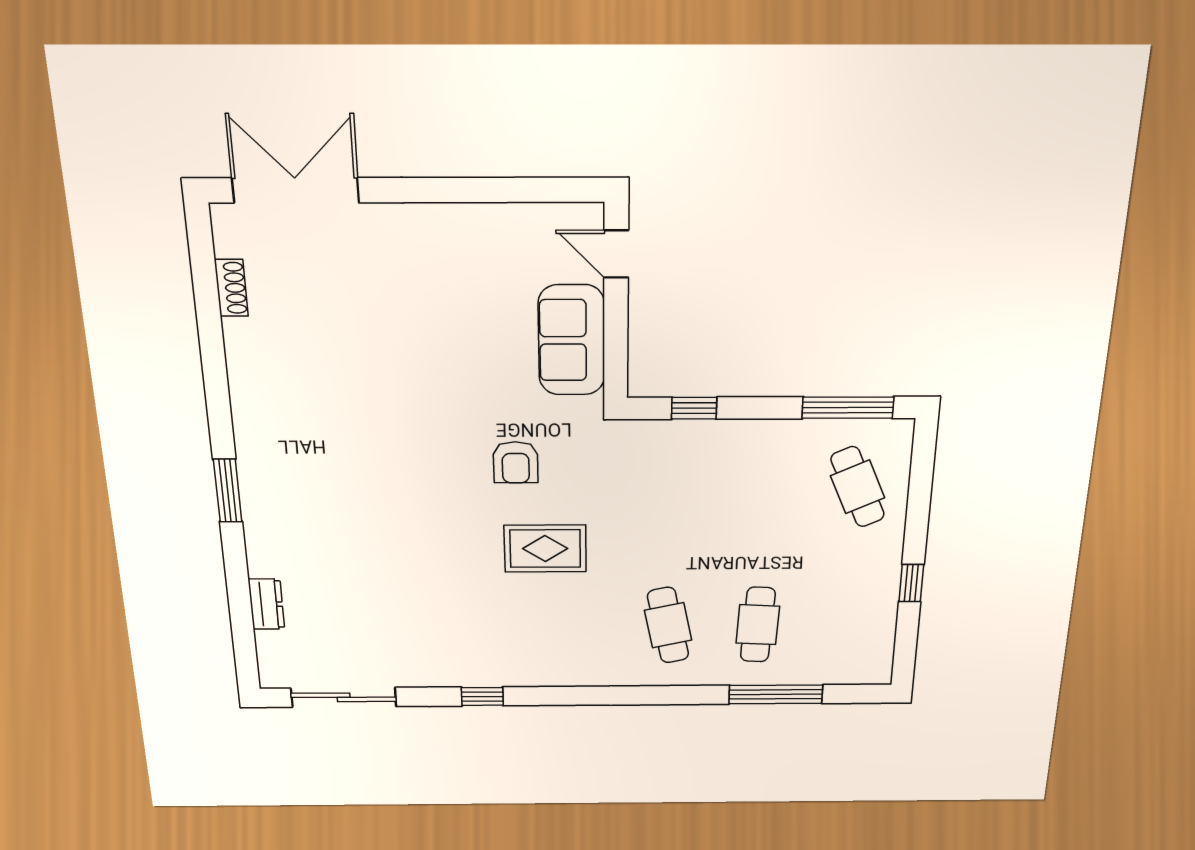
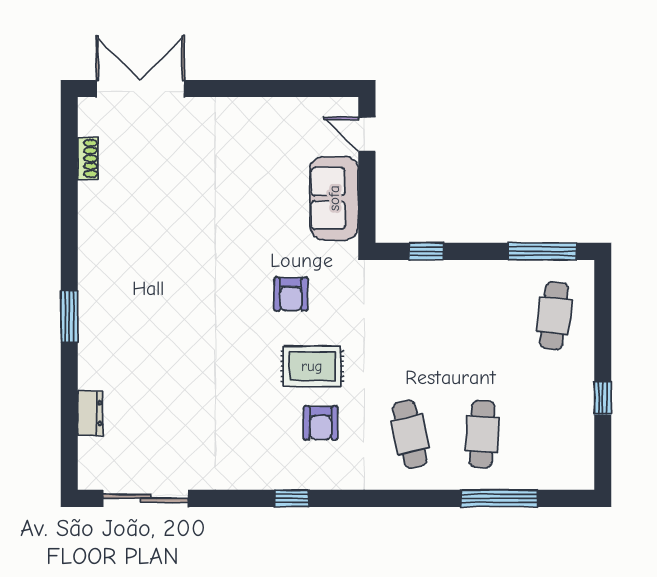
cafe table: (858, 487) -> (554, 316), turned 30
armchair: (557, 613) -> (321, 423), added
window: (482, 696) -> (292, 498), moved

